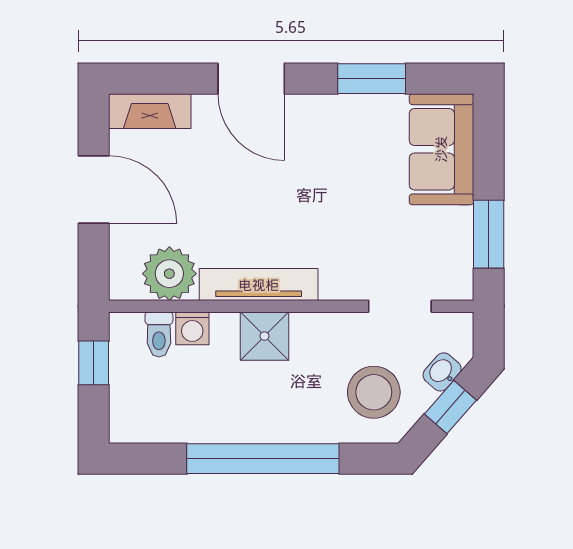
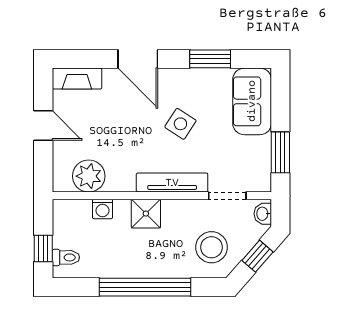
side table: (322, 187) -> (180, 124), added
door: (94, 189) -> (43, 126), width x0.73
tv unit: (259, 285) -> (172, 183), moved
toilet: (159, 334) -> (66, 257), moved, turned -90
window: (94, 363) -> (43, 249), moved
washbasin: (442, 372) -> (263, 214), moved, turned -41

